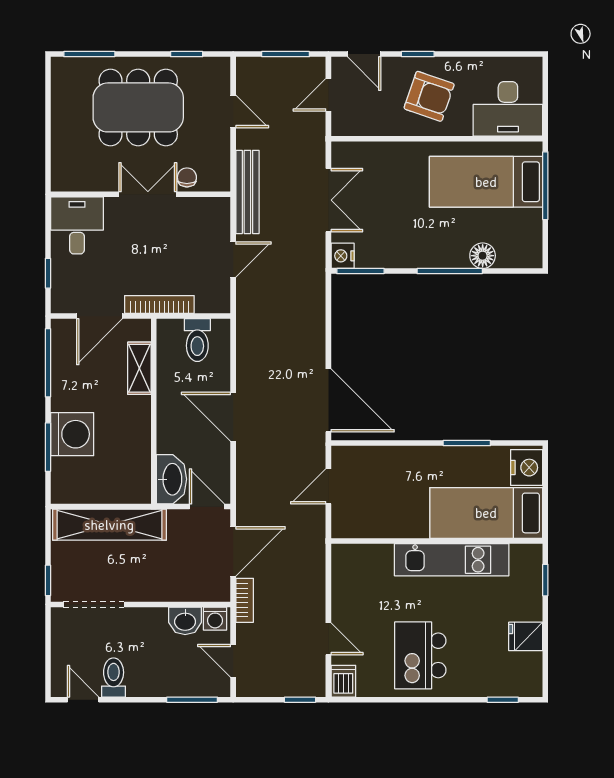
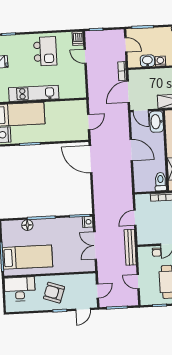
door: (364, 54) -> (83, 309), swing flipped
toilet: (197, 340) -> (161, 182), moved
washing machine: (215, 619) -> (160, 61), moved

